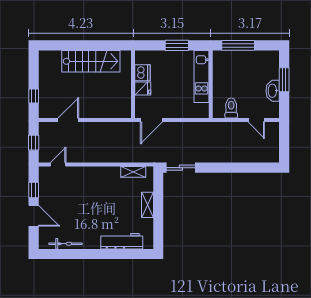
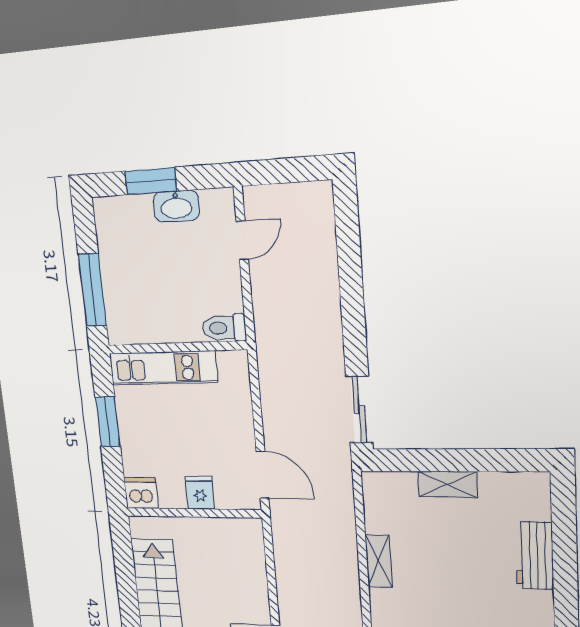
dishwasher: (142, 73) -> (141, 493), moved
toilet: (231, 108) -> (224, 328), moved
shelving: (133, 172) -> (379, 561), moved
workbench: (122, 241) -> (535, 556), width x0.73

